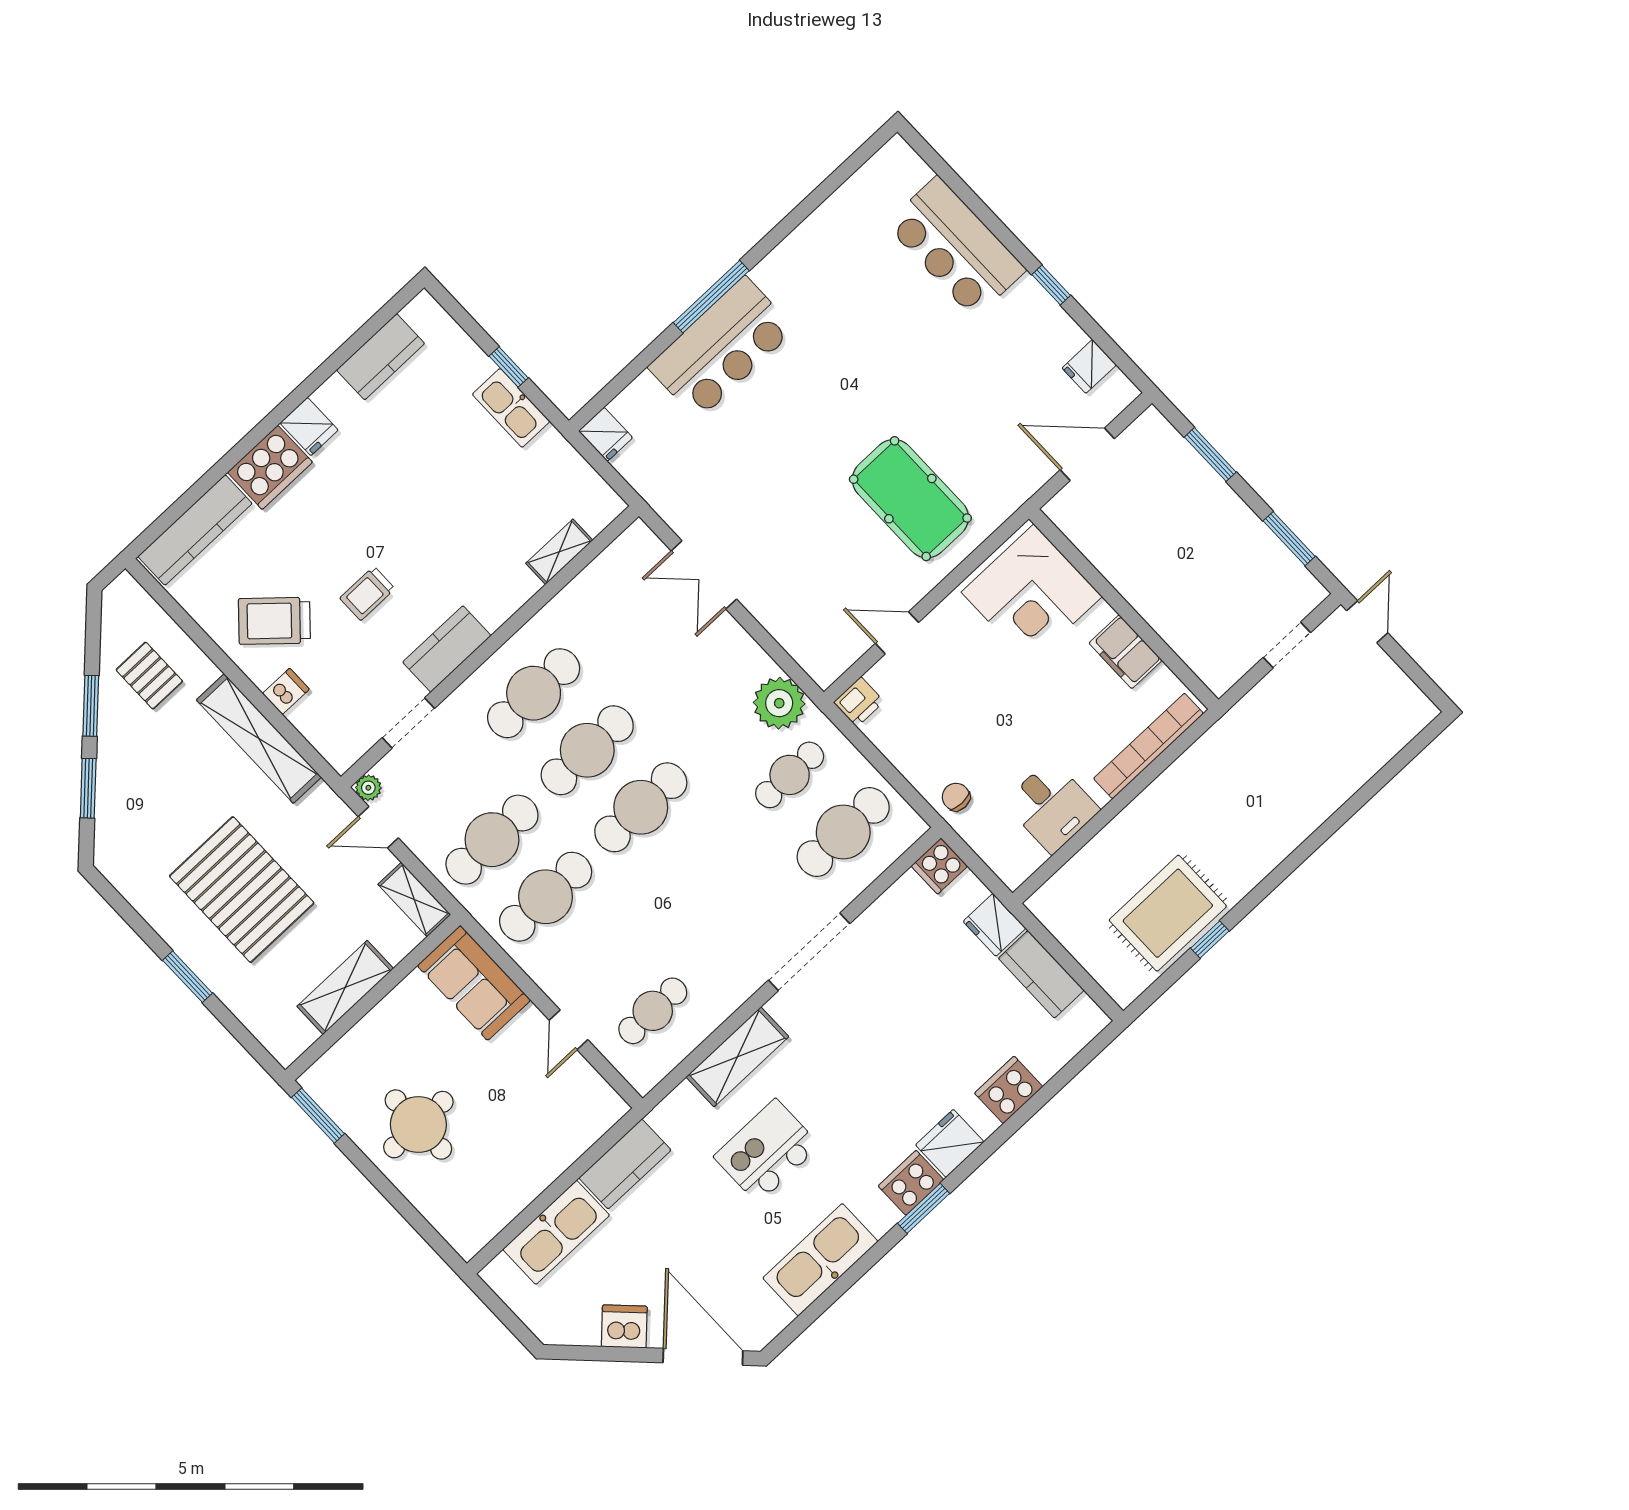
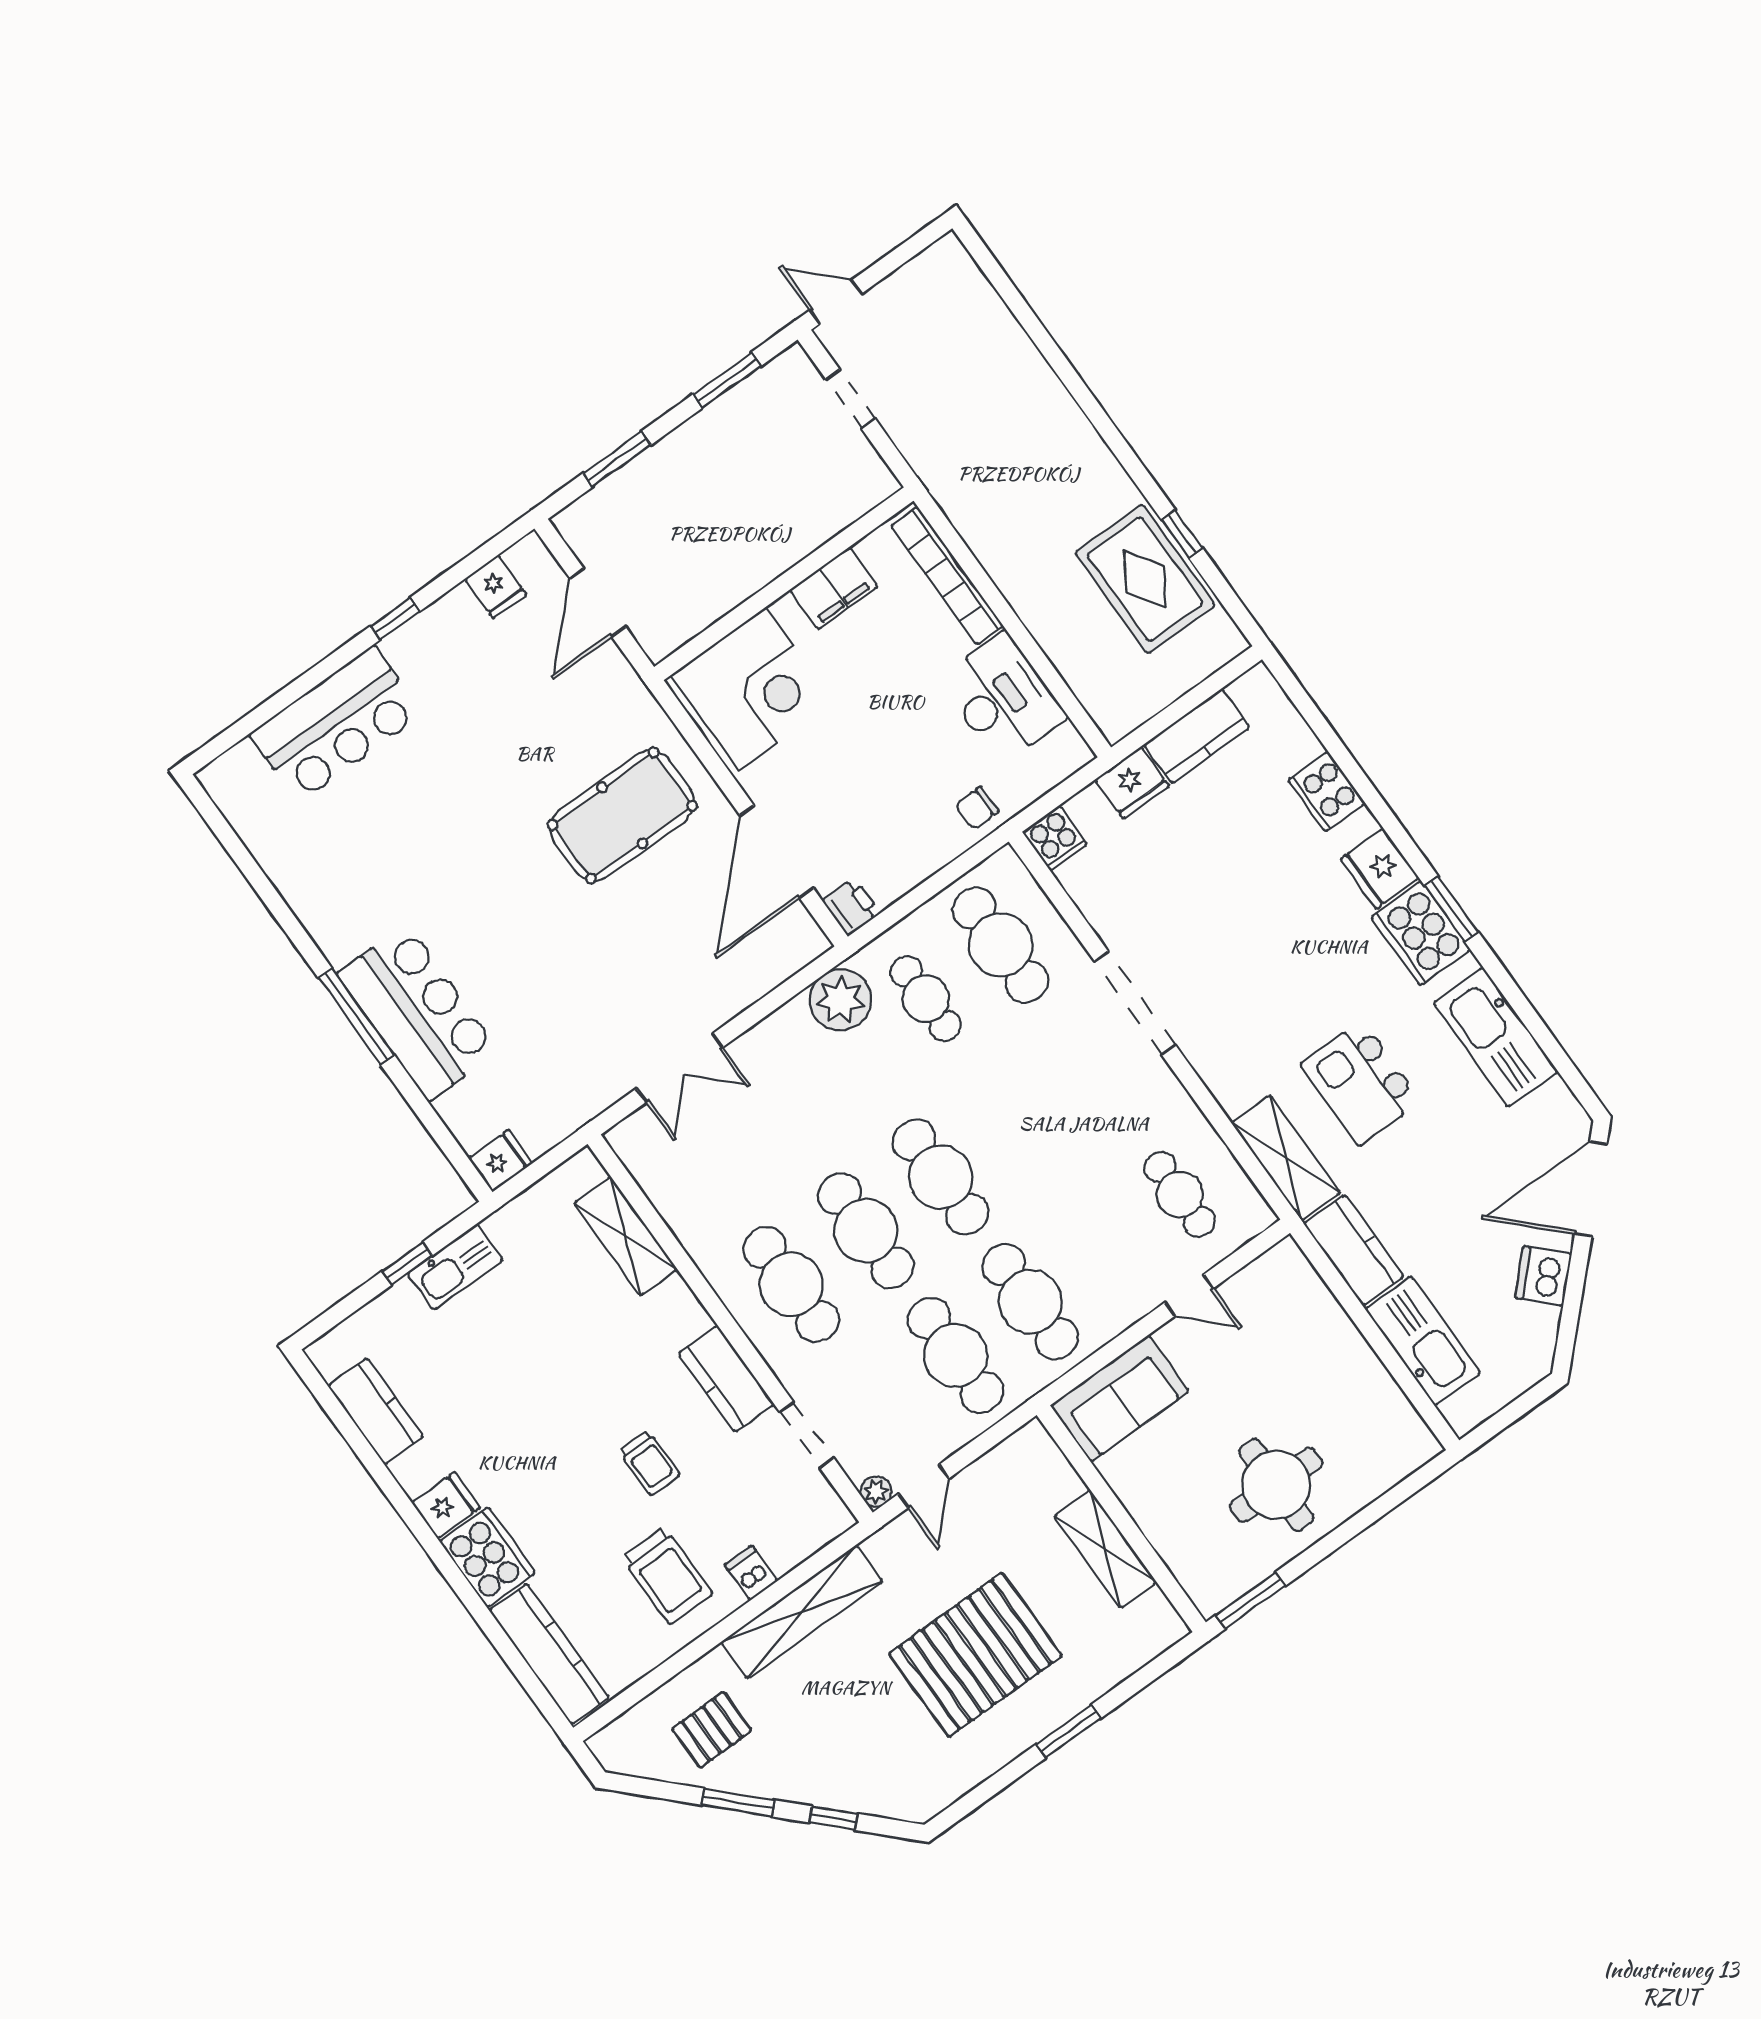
shelving: (559, 552) -> (626, 1236), width x1.50, depth x1.33
trolley: (274, 621) -> (667, 1575), turned -42
door: (897, 633) -> (777, 852), width x1.88
window: (88, 788) -> (834, 1818), width x0.67
desk: (1052, 806) -> (1002, 698), width x1.37
shelving: (414, 899) -> (1013, 1455), removed
shelving: (737, 1057) -> (1286, 1158), moved
cooker: (911, 1183) -> (1421, 933), width x1.37, depth x1.31

